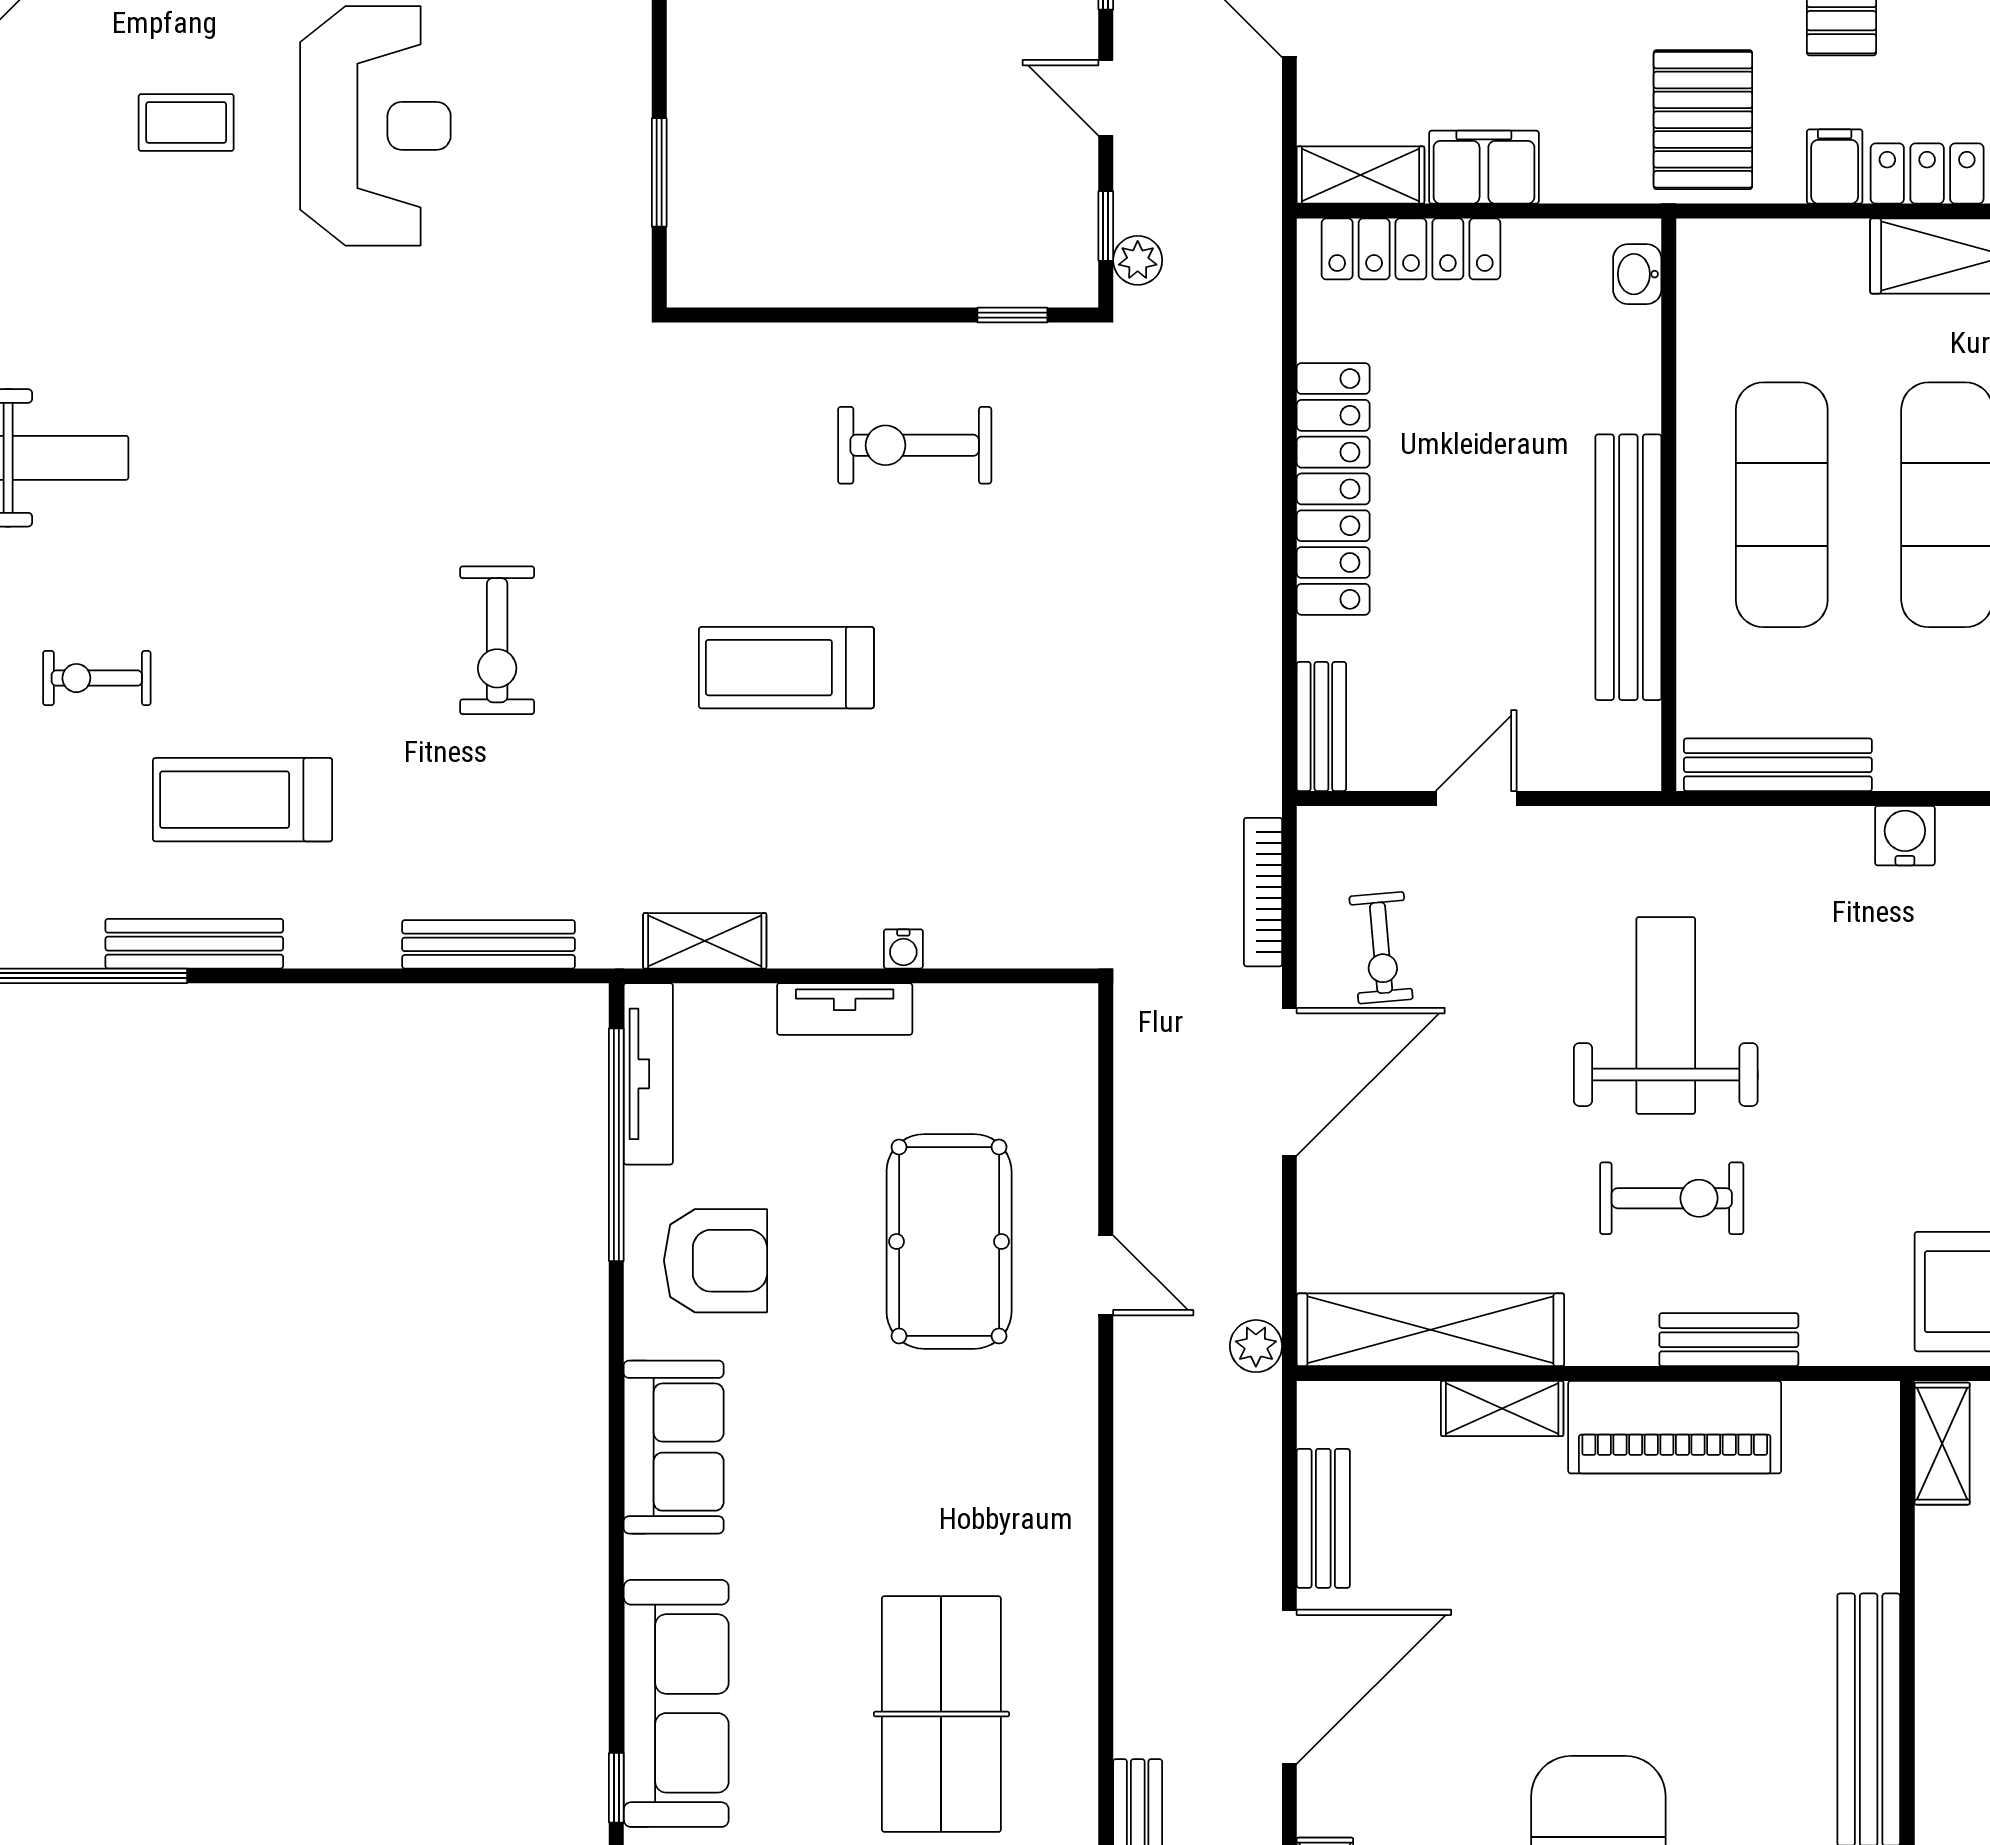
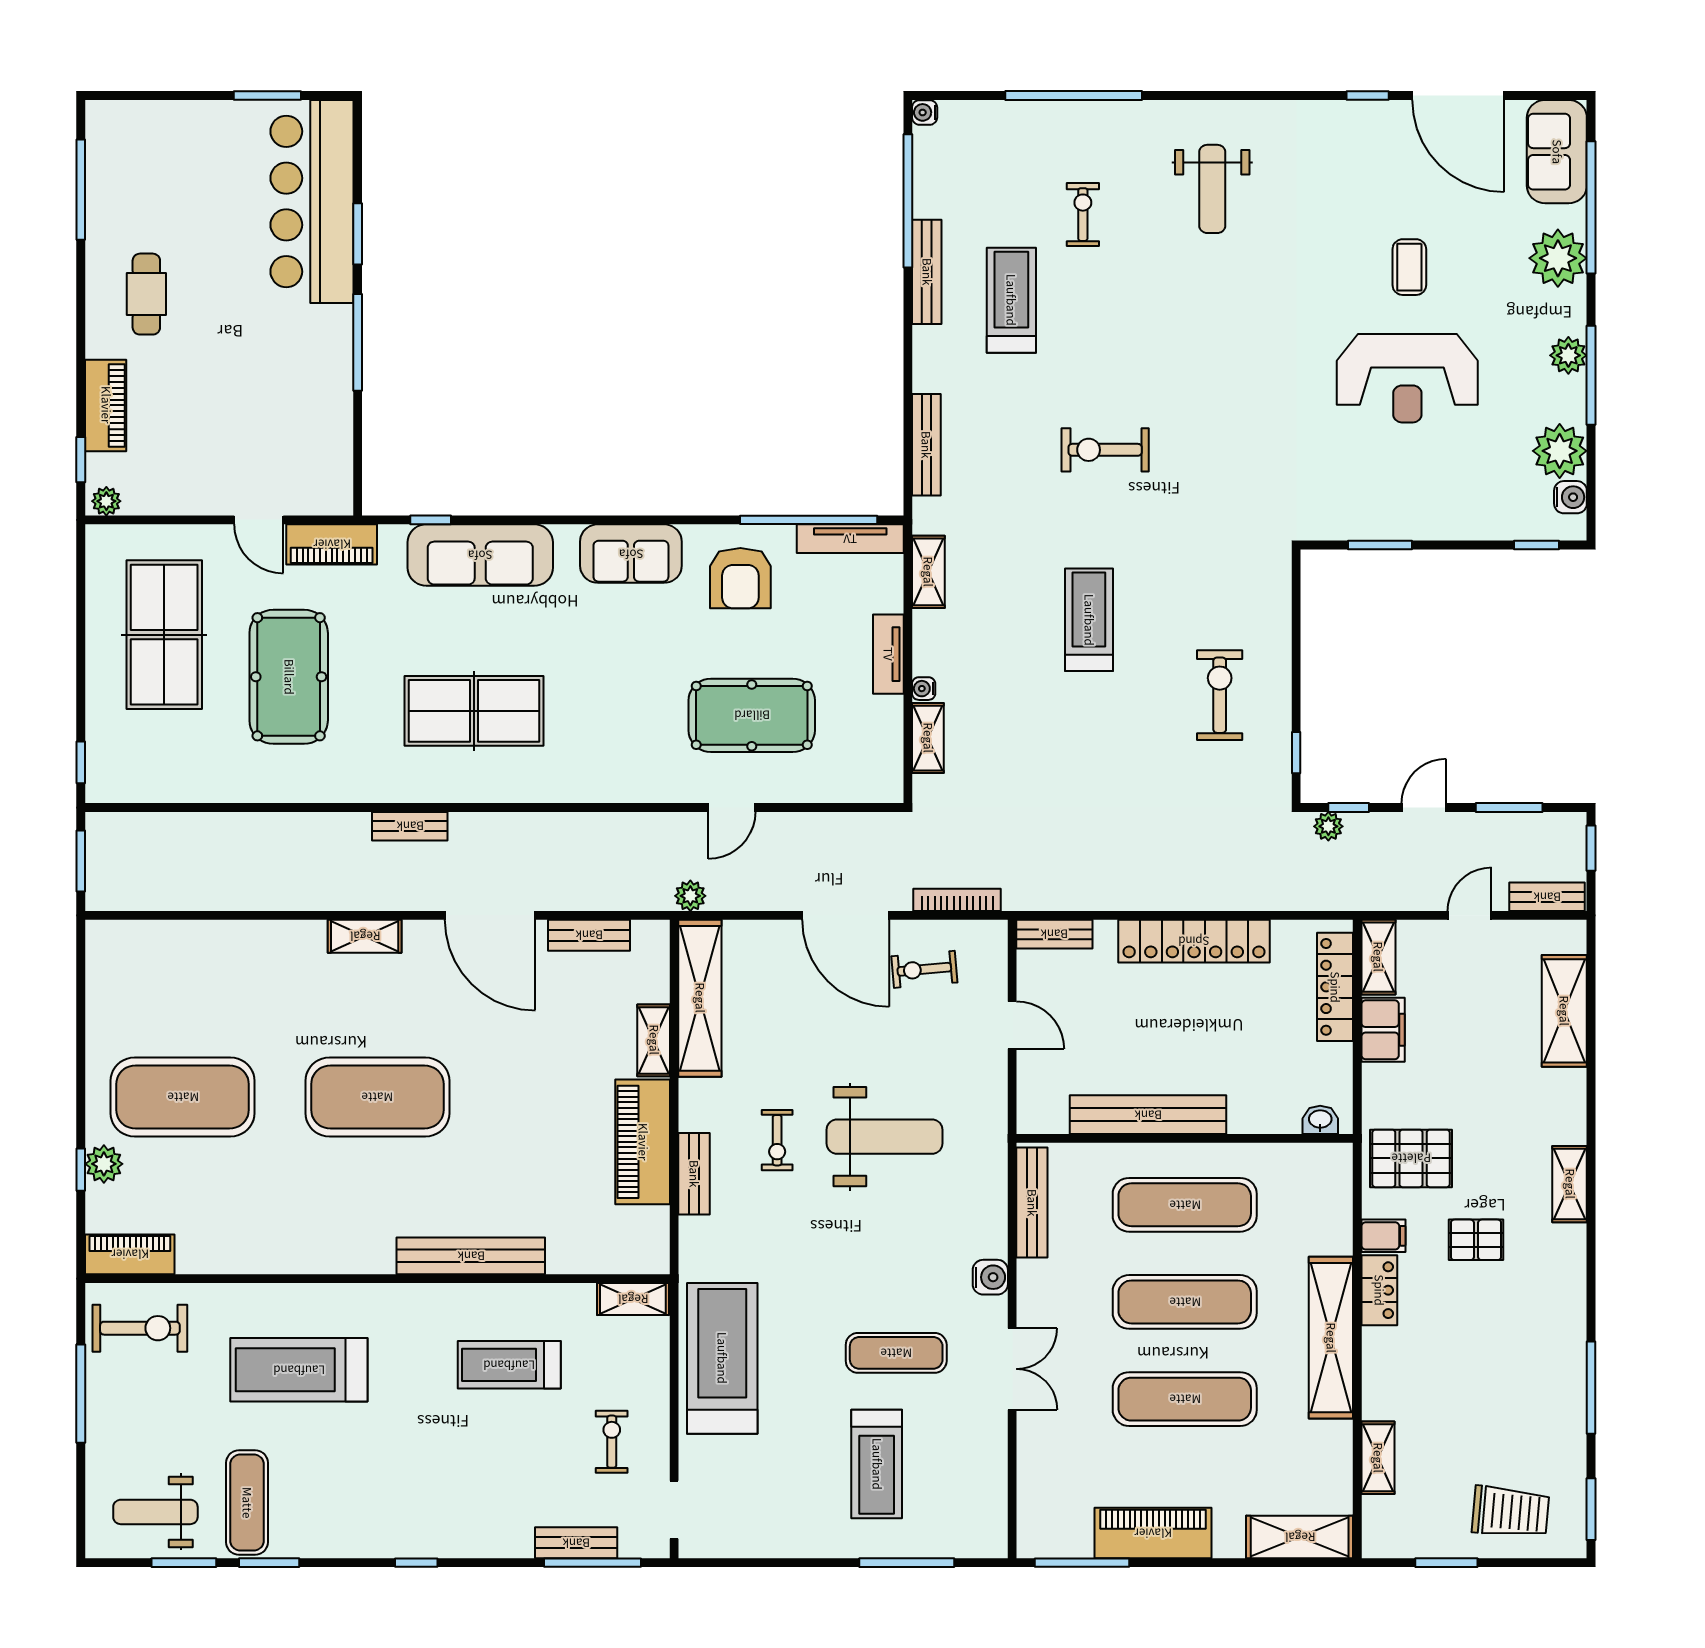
shelving: (988, 942) -> (928, 738), added
exercise bike: (1672, 1198) -> (777, 1140), width x0.73, depth x0.72

